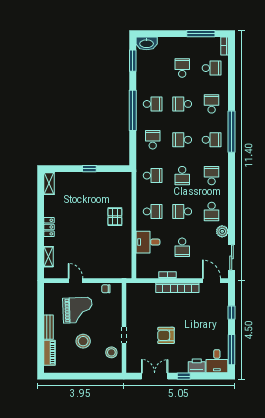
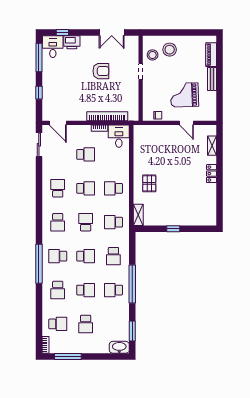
school desk: (212, 68) -> (58, 324), turned 180
shelving: (49, 183) -> (138, 215), moved
plant: (222, 231) -> (48, 169), removed
desk: (148, 242) -> (119, 136), moved, turned -90
school desk: (182, 247) -> (86, 154), turned 90
bookcase: (177, 288) -> (107, 116), moved
stool: (83, 341) -> (170, 50), moved
window: (184, 376) -> (62, 33), moved

